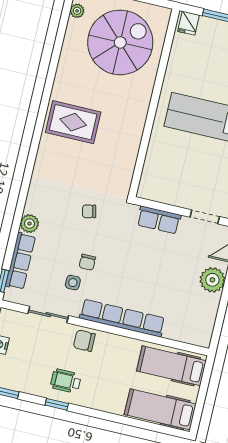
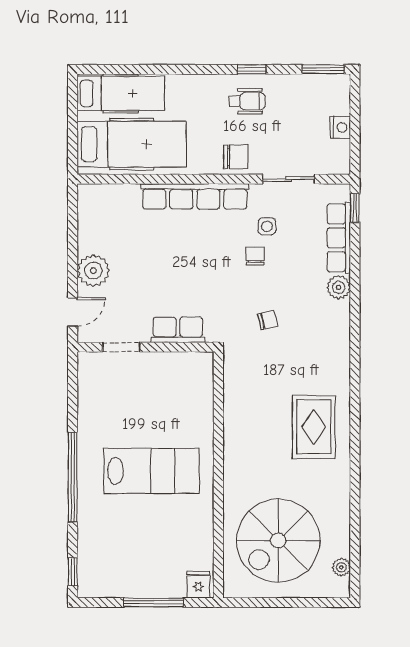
rug: (73, 122) -> (314, 427), turned 90
hospital bed: (171, 366) -> (132, 144), width x1.37, depth x1.29

